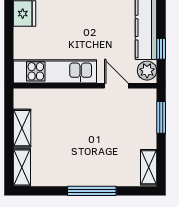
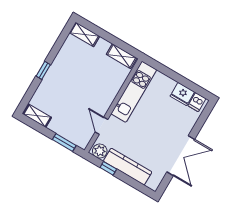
door: (116, 86) -> (101, 126), swing flipped
shelving: (22, 128) -> (122, 56), moved
window: (92, 191) -> (43, 70), width x0.46

